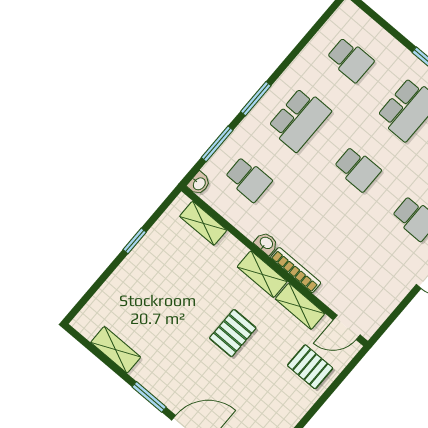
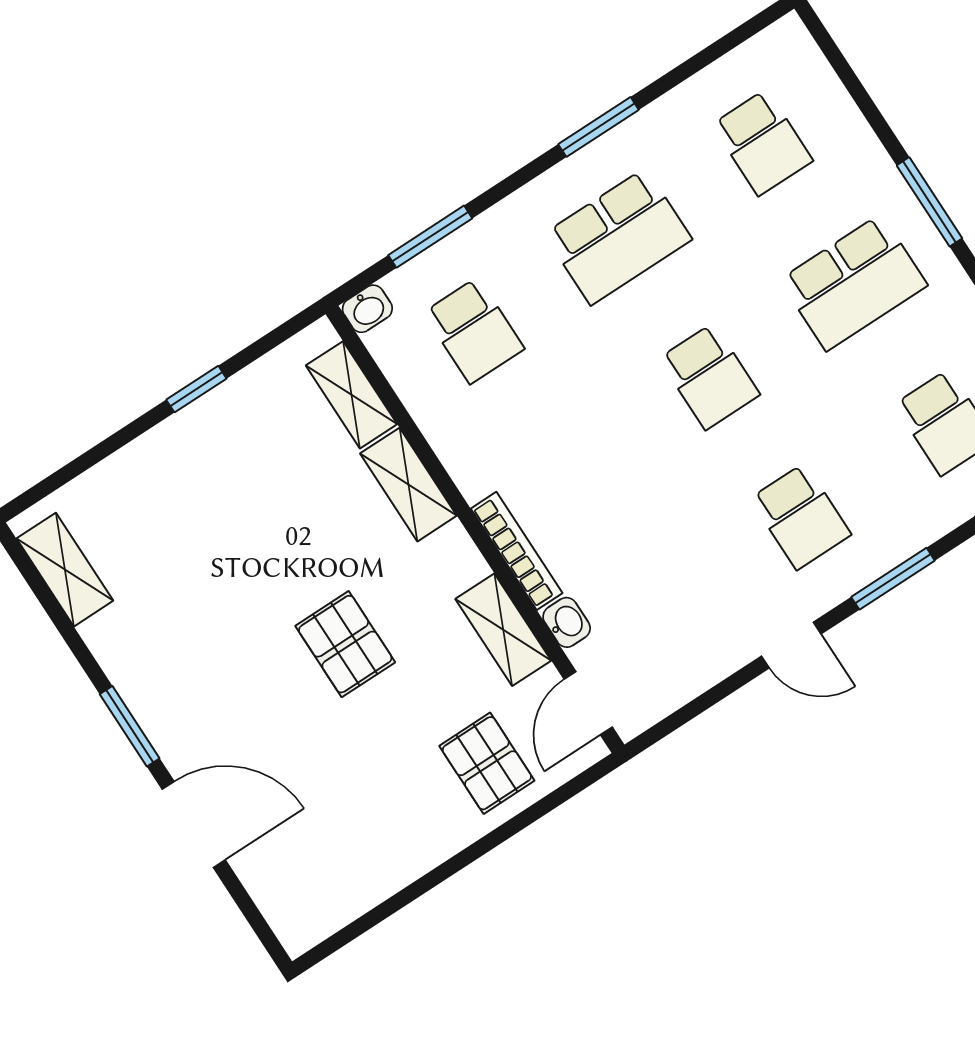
window: (256, 99) -> (599, 127), moved
washbasin: (266, 243) -> (567, 622), moved
shelving: (262, 274) -> (408, 485), moved
door: (347, 327) -> (588, 703), hinge flipped
pallet: (233, 333) -> (345, 644), turned 90
shelving: (116, 350) -> (65, 570), moved

